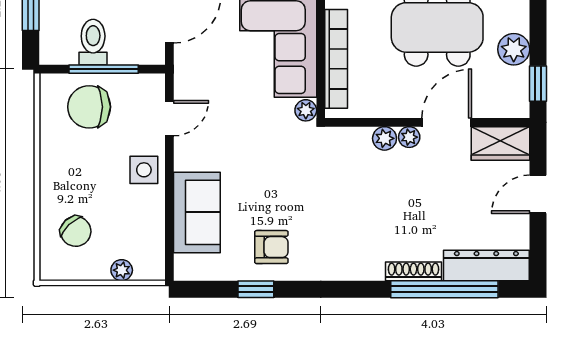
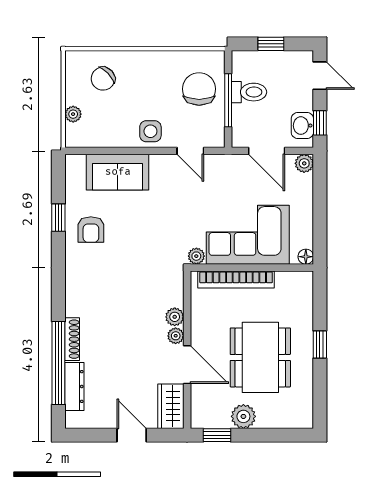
dresser: (486, 266) -> (74, 387), width x0.73, depth x0.80

